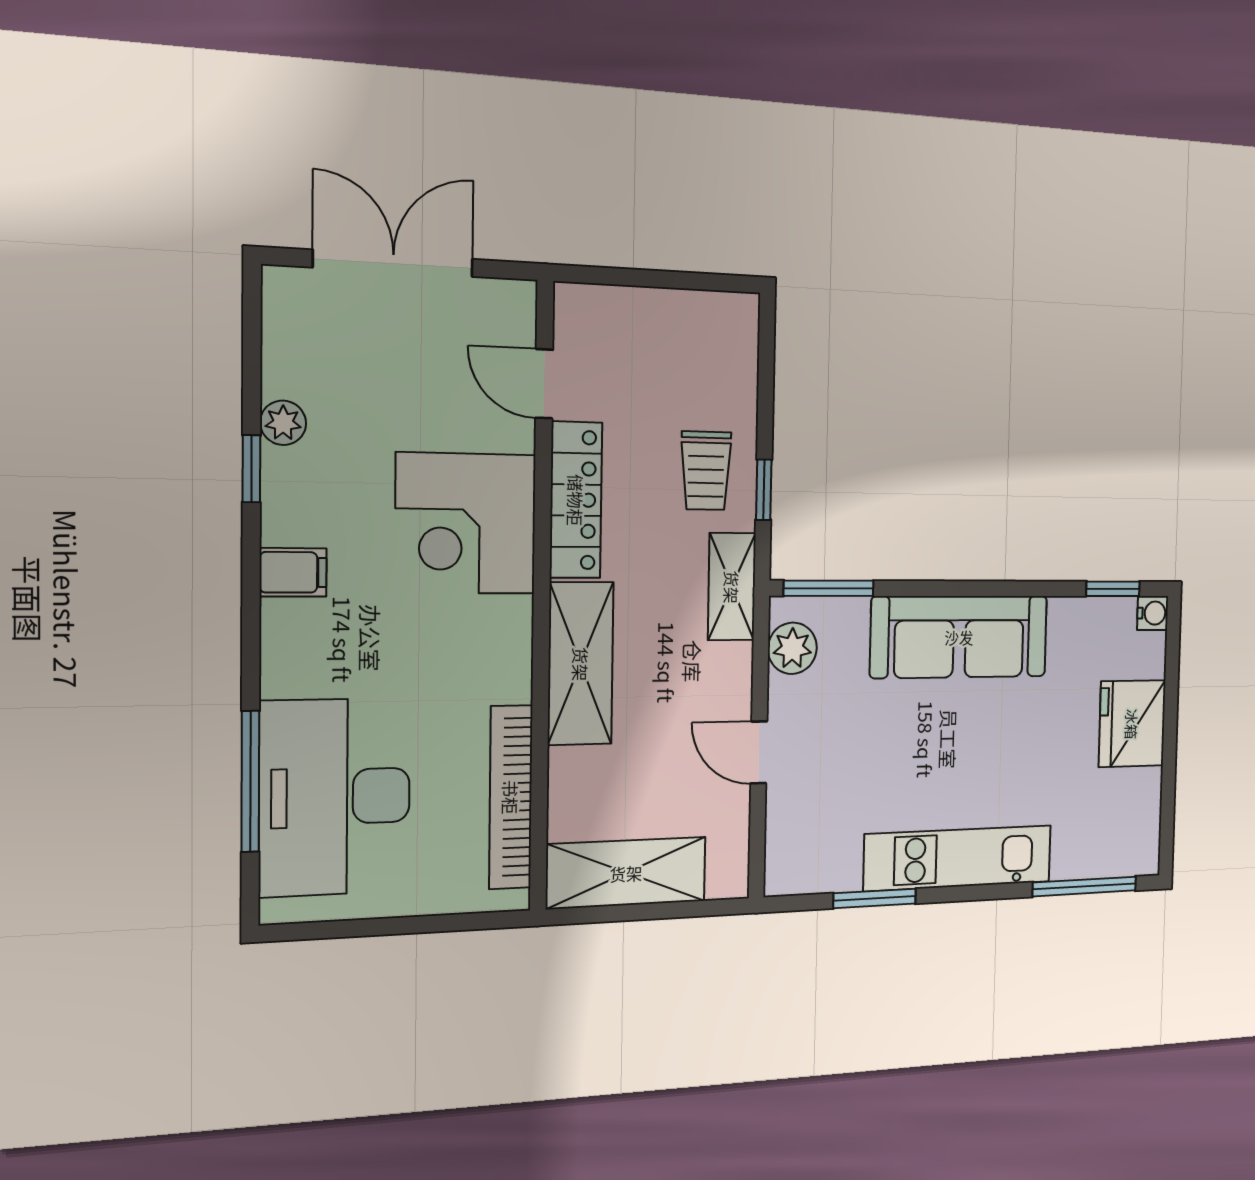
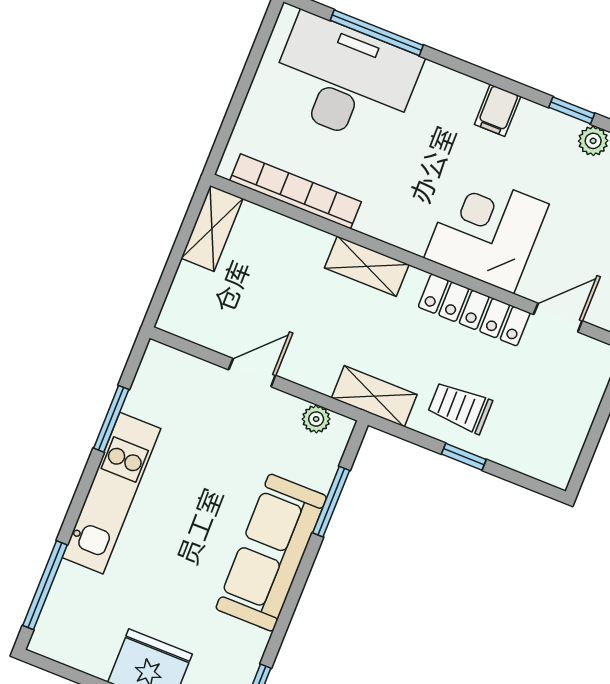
window: (764, 490) -> (464, 457), moved
window: (829, 588) -> (331, 502), moved
plant: (792, 648) -> (316, 419), width x0.73, depth x0.73
shelving: (581, 664) -> (367, 266), width x0.67, depth x0.75
shelving: (626, 873) -> (212, 228), width x0.67, depth x0.75

